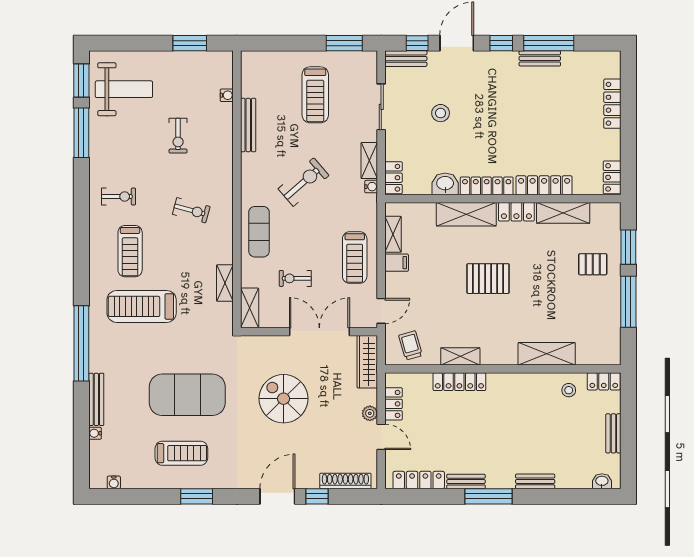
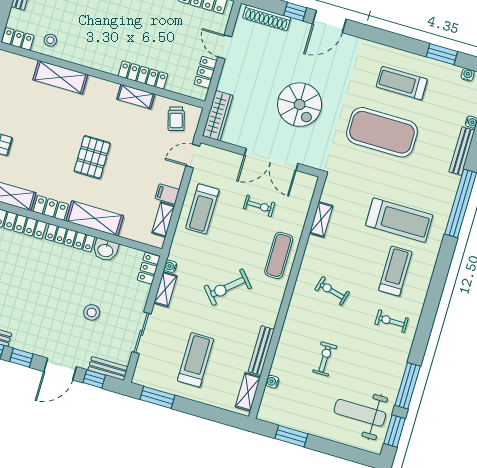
treadmill: (355, 258) -> (202, 209), turned 180
pallet: (488, 279) -> (92, 157), turned 90
shelving: (250, 308) -> (248, 392), moved
double door: (319, 332) -> (271, 159), moved
plant: (370, 413) -> (229, 70), removed
window: (197, 496) -> (442, 54), moved

